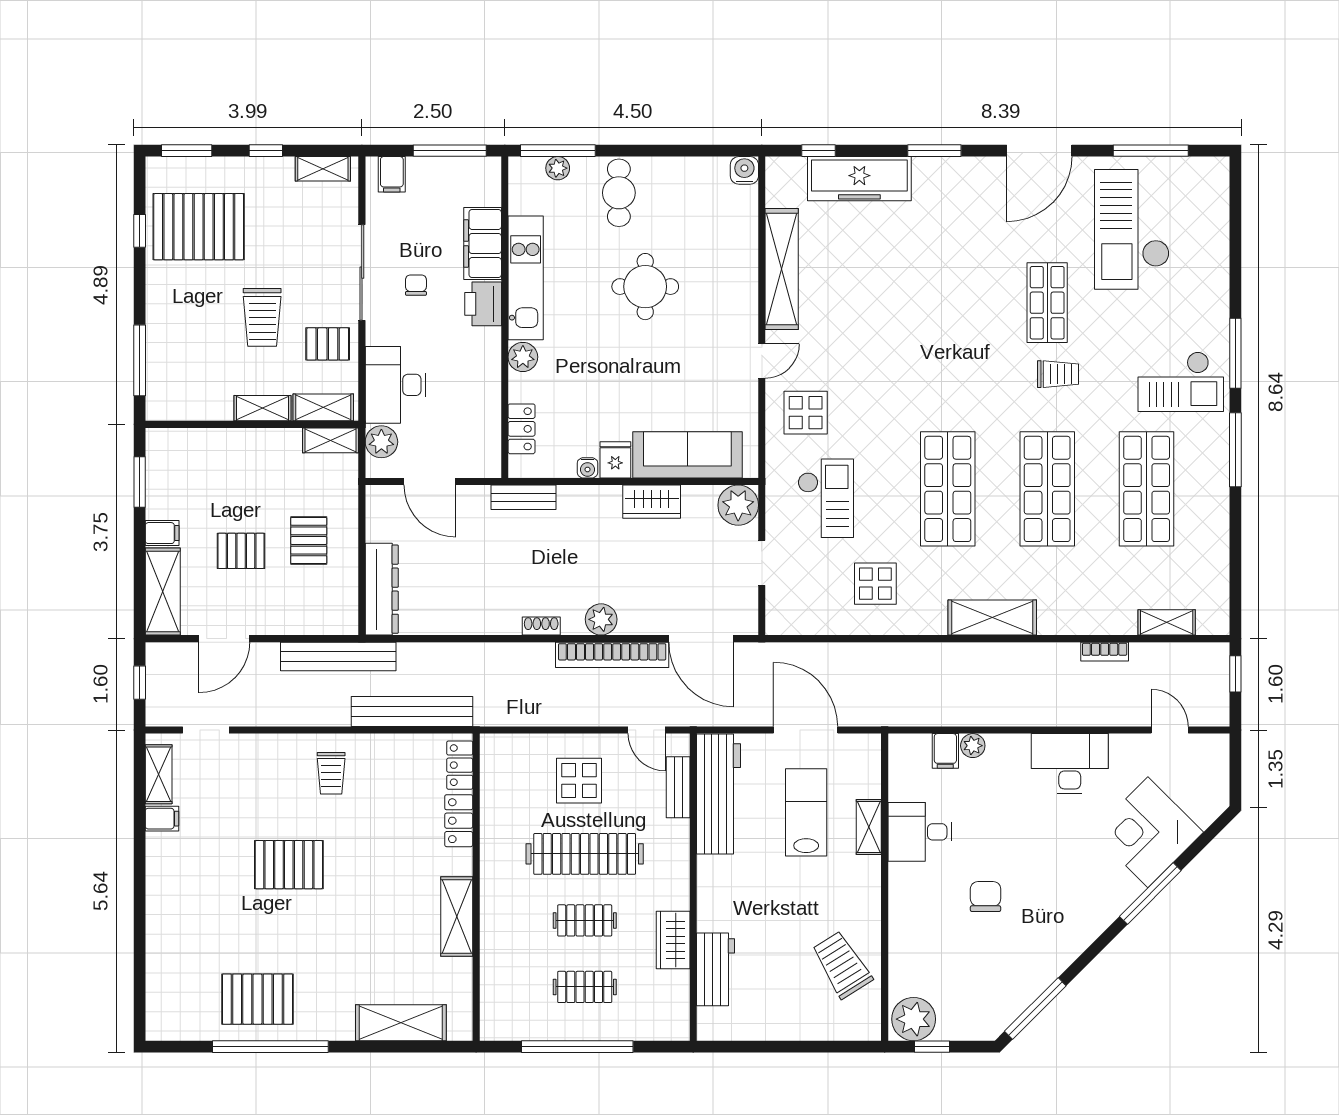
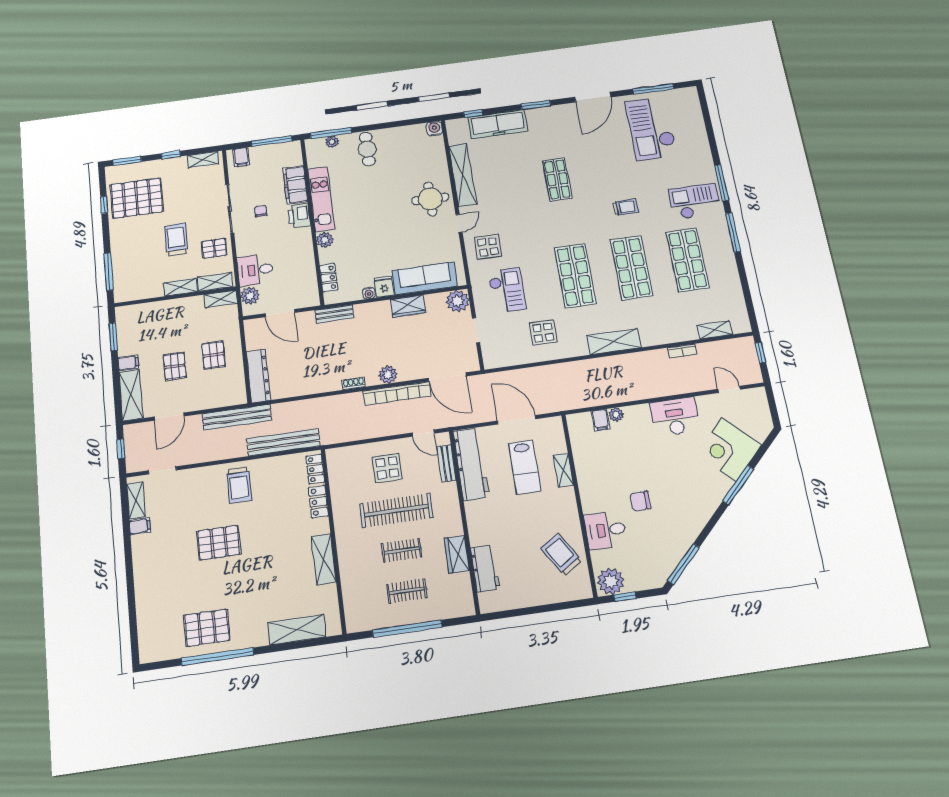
round table: (645, 287) -> (430, 199), moved
shop shelf: (1047, 303) -> (557, 179), moved
trolley: (262, 317) -> (176, 240), turned 180
checkout: (1181, 382) -> (695, 201), turned 180
desk: (396, 385) -> (255, 270), width x0.73
pallet: (241, 551) -> (175, 366), turned 90
trolley: (331, 773) -> (239, 485), width x1.36, depth x1.39
lab bench: (806, 812) -> (525, 467), turned 180
desk: (920, 832) -> (605, 530), moved
chair: (986, 897) -> (640, 501), turned -90

